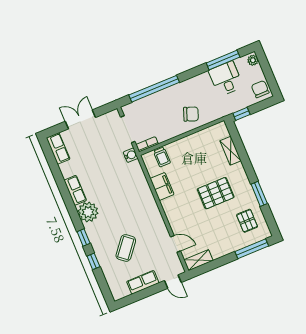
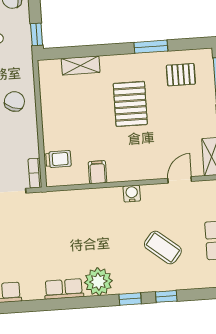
water cooler: (131, 155) -> (132, 194), moved
filing cabinet: (162, 186) -> (98, 172), width x0.50

